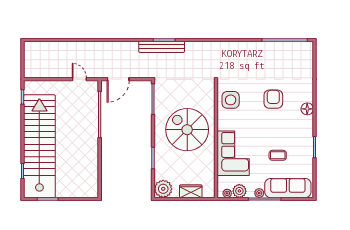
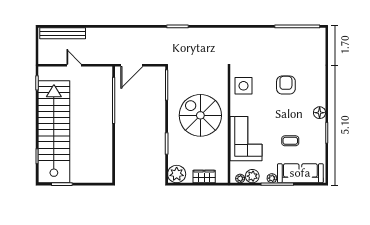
bench: (162, 47) -> (63, 33), moved
door: (79, 79) -> (74, 65), moved
floor lamp: (307, 109) -> (320, 113), moved

